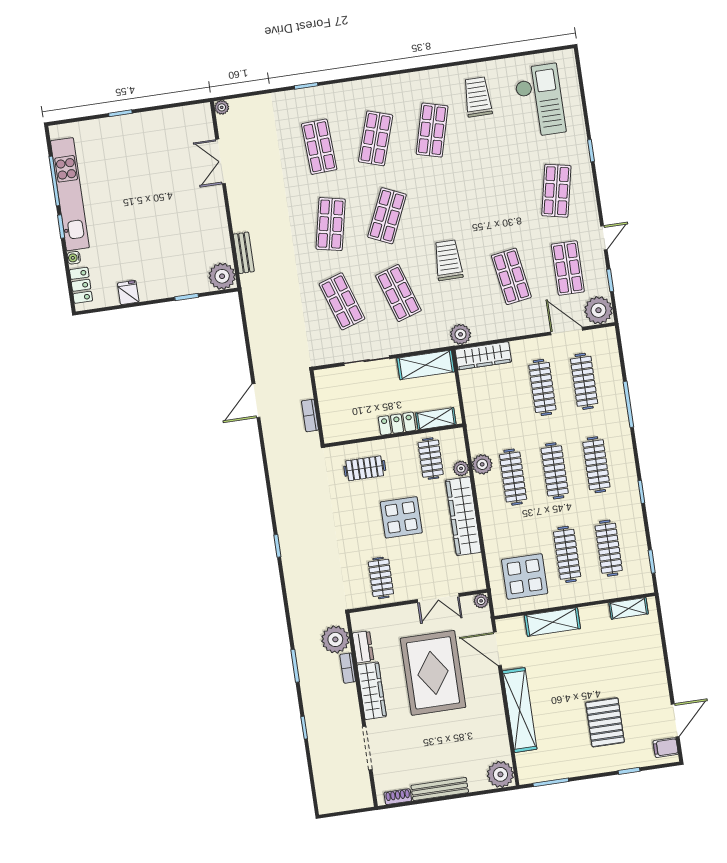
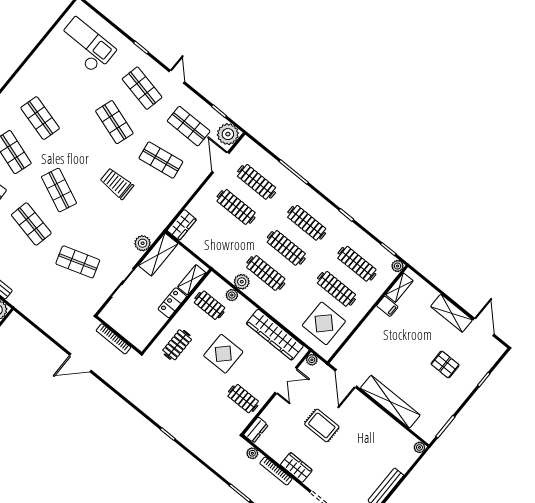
trolley: (478, 97) -> (49, 76), removed
door: (604, 238) -> (177, 77), moved
shop shelf: (398, 293) -> (114, 122), moved, turned 36
door: (567, 331) -> (221, 162), hinge flipped
plant: (461, 334) -> (143, 243), moved
wardrobe: (483, 356) -> (182, 225), width x0.67
door: (256, 401) -> (80, 363), hinge flipped
bookcase: (310, 415) -> (113, 339), width x1.56
wardrobe: (463, 516) -> (275, 335), moved
plant: (646, 586) -> (397, 266), added
shelving: (552, 622) -> (452, 313), moved, turned 90
plant: (335, 639) -> (252, 453), width x0.53, depth x0.53
dresser: (363, 647) -> (256, 430), moved, turned 90
door: (497, 649) -> (346, 378), hinge flipped
bookcase: (348, 668) -> (276, 471), width x1.56
rug: (433, 673) -> (322, 425), width x0.54, depth x0.49
wardrobe: (372, 691) -> (296, 467), width x0.67
pallet: (605, 722) -> (445, 364), width x0.67, depth x0.71
filing cabinet: (666, 748) -> (387, 306), moved, turned -90
plant: (500, 774) -> (419, 447), width x0.53, depth x0.53

